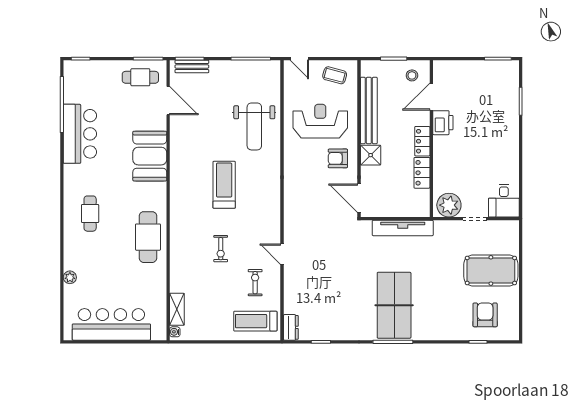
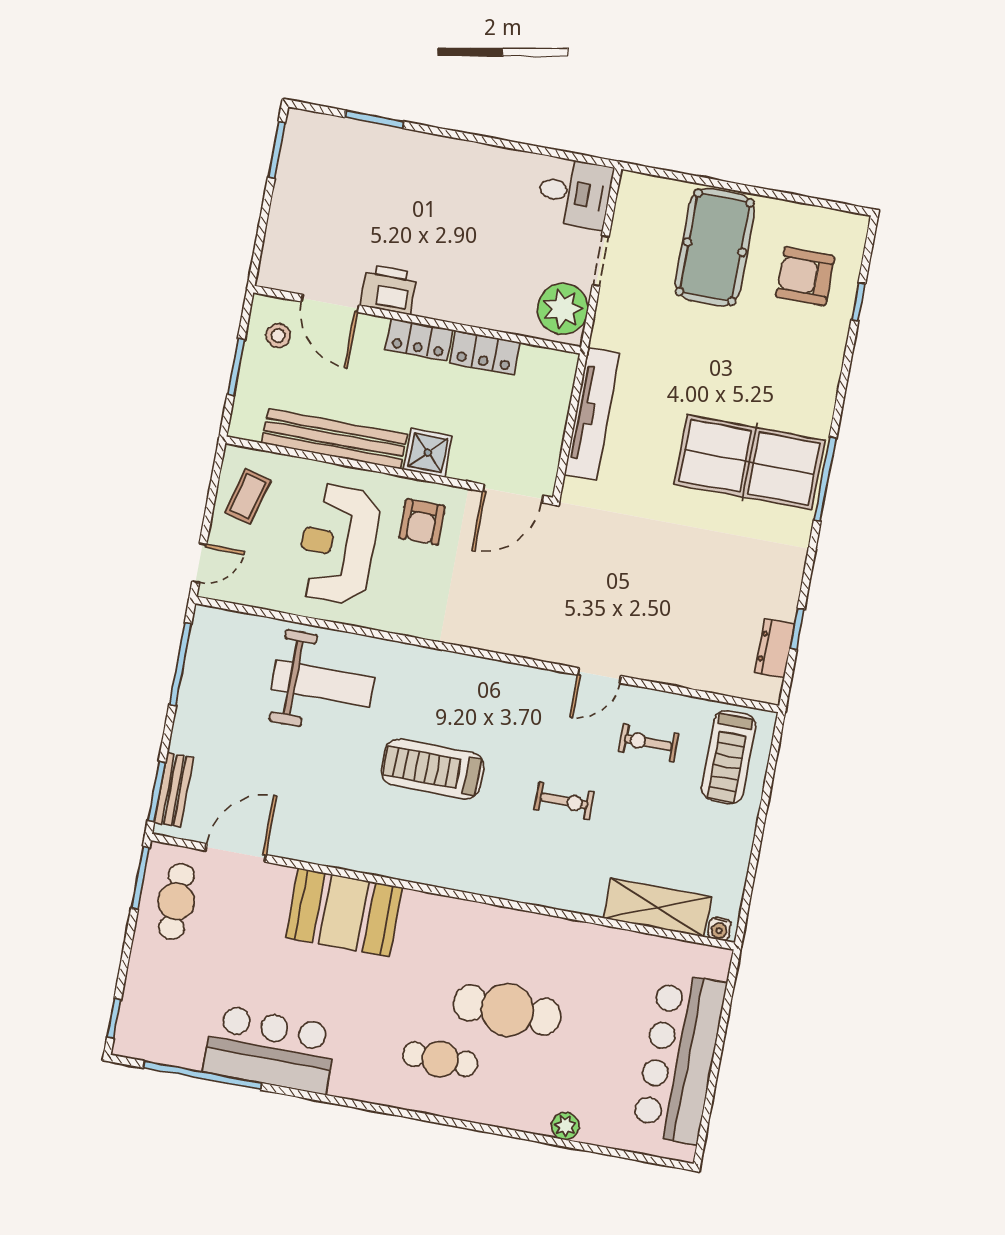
cafe table: (148, 237) -> (507, 1010), moved
shelving: (177, 309) -> (657, 907), width x1.50, depth x1.33
dresser: (291, 327) -> (775, 648), moved, turned -90

